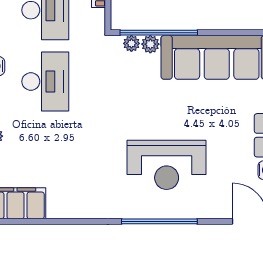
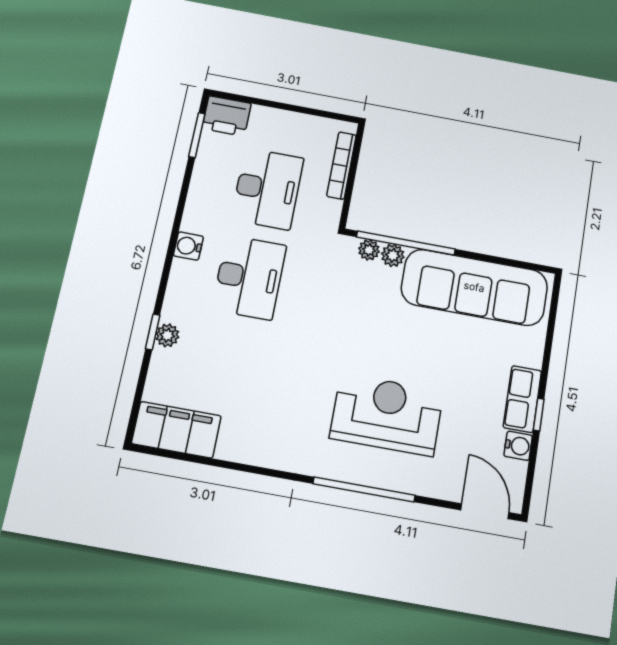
reception desk: (167, 165) -> (387, 415), turned 180

